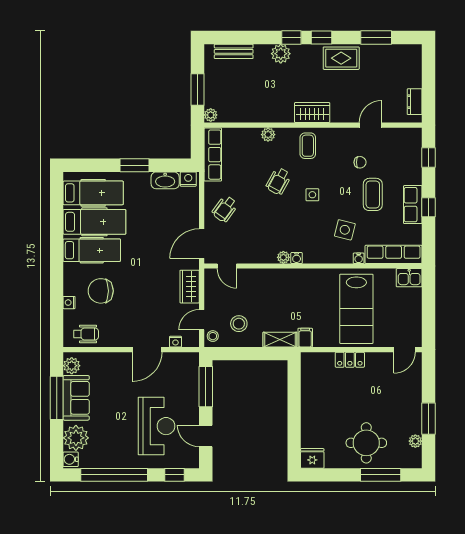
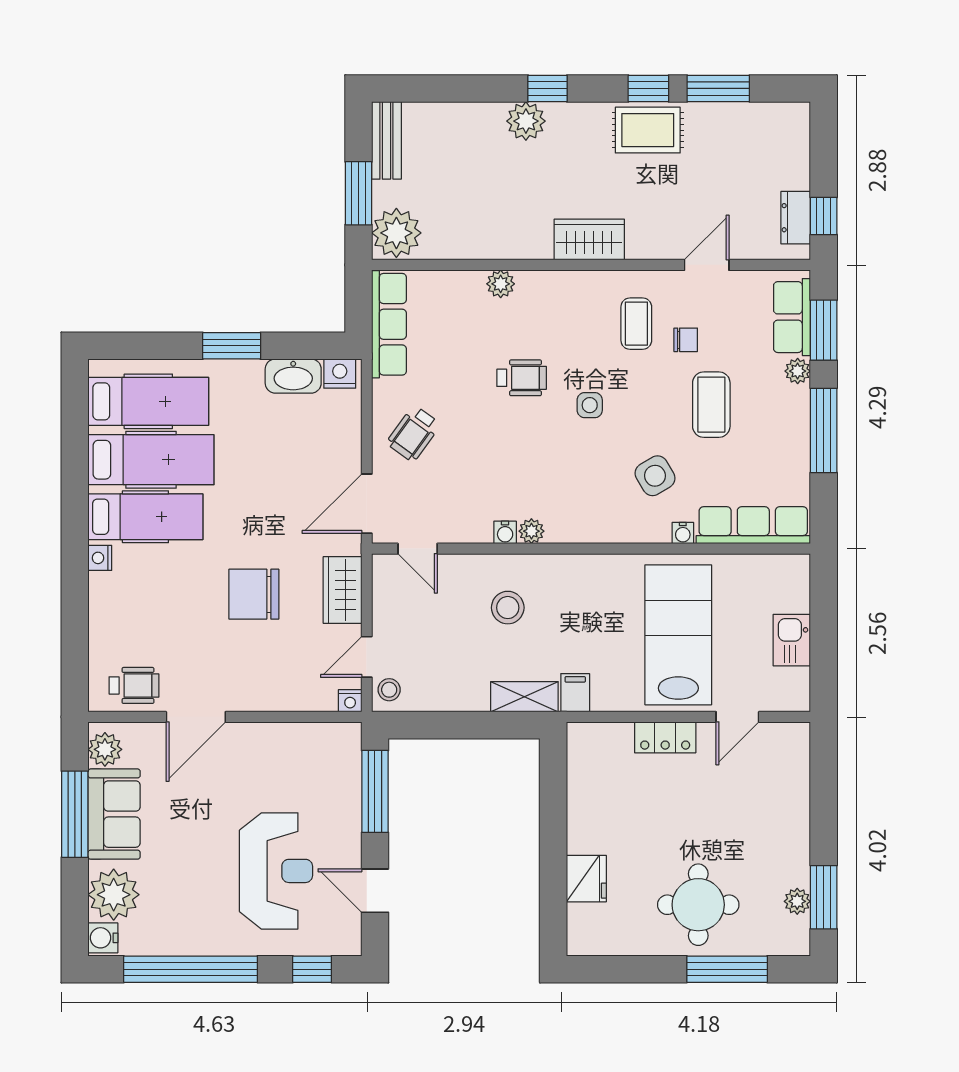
window: (321, 37) -> (648, 88), moved
bench: (234, 51) -> (386, 140), moved, turned 90
window: (429, 101) -> (824, 216), added
plant: (211, 115) -> (396, 233), width x1.88, depth x1.88
coffee table: (308, 146) -> (636, 324), moved
window: (429, 158) -> (824, 330), width x1.50
plant: (416, 178) -> (798, 371), added
wheelchair: (279, 181) -> (522, 378), turned -119
row of seats: (413, 205) -> (792, 317), moved
window: (429, 207) -> (824, 430), width x2.17
side table: (345, 230) -> (655, 476), turned 45
water cooler: (297, 258) -> (505, 532), moved
kitchen sink: (409, 278) -> (792, 640), moved, turned 90
chair: (101, 291) -> (254, 594), moved
nightstand: (69, 303) -> (100, 558), moved
lab bench: (356, 309) -> (678, 635), turned 180
stool: (239, 324) -> (508, 608), moved
nightstand: (175, 342) -> (350, 701), moved
door: (147, 350) -> (196, 717), moved
door: (405, 350) -> (737, 717), moved
window: (429, 419) -> (824, 897), moved
fridge: (312, 458) -> (586, 879), moved, turned 90

